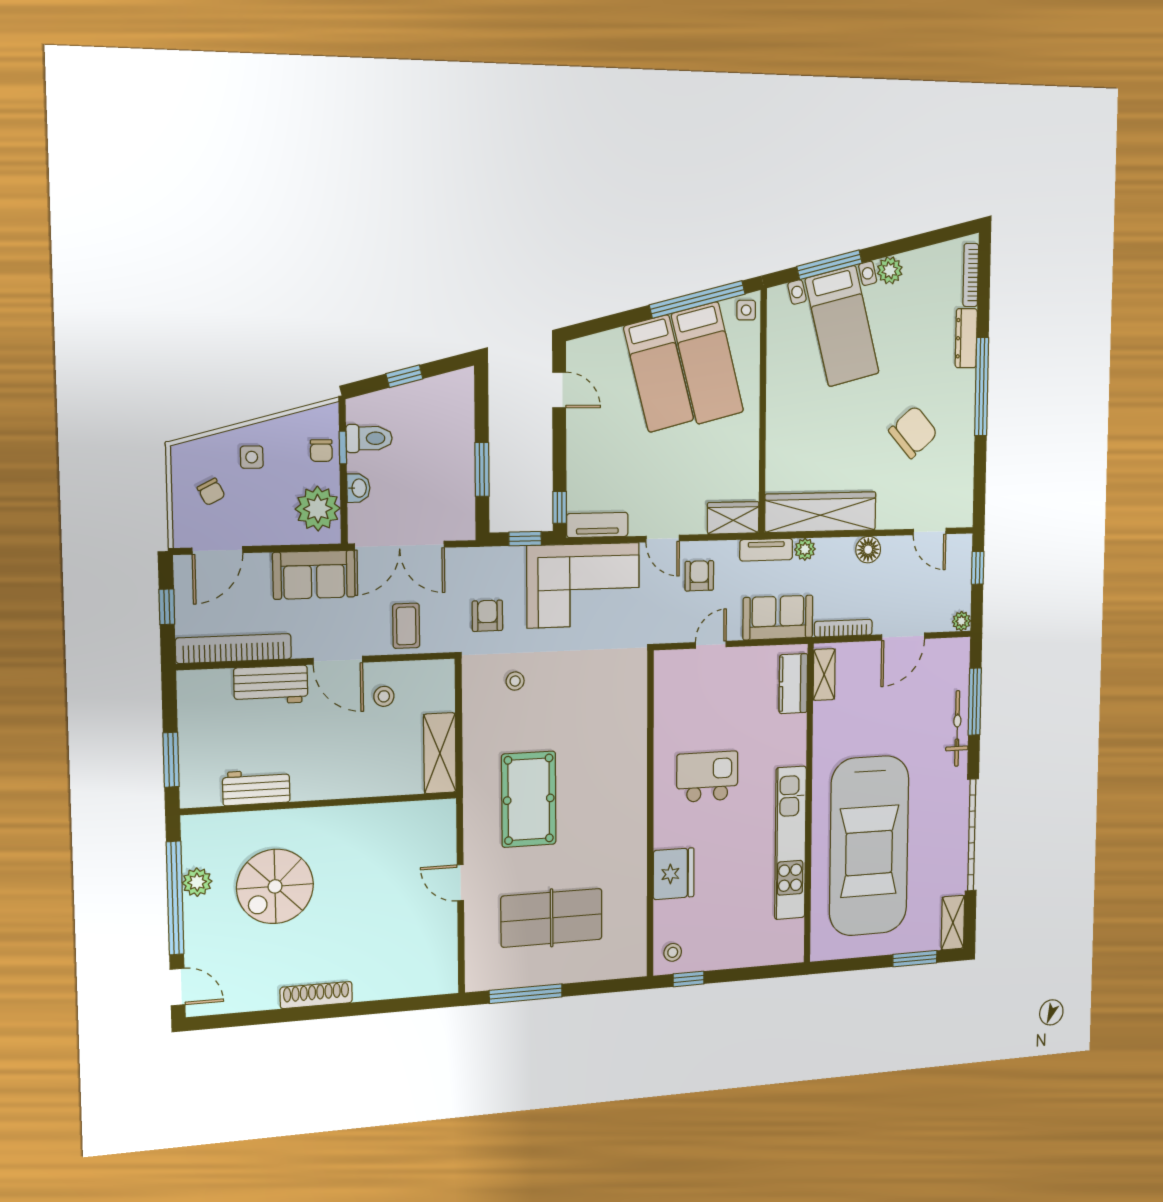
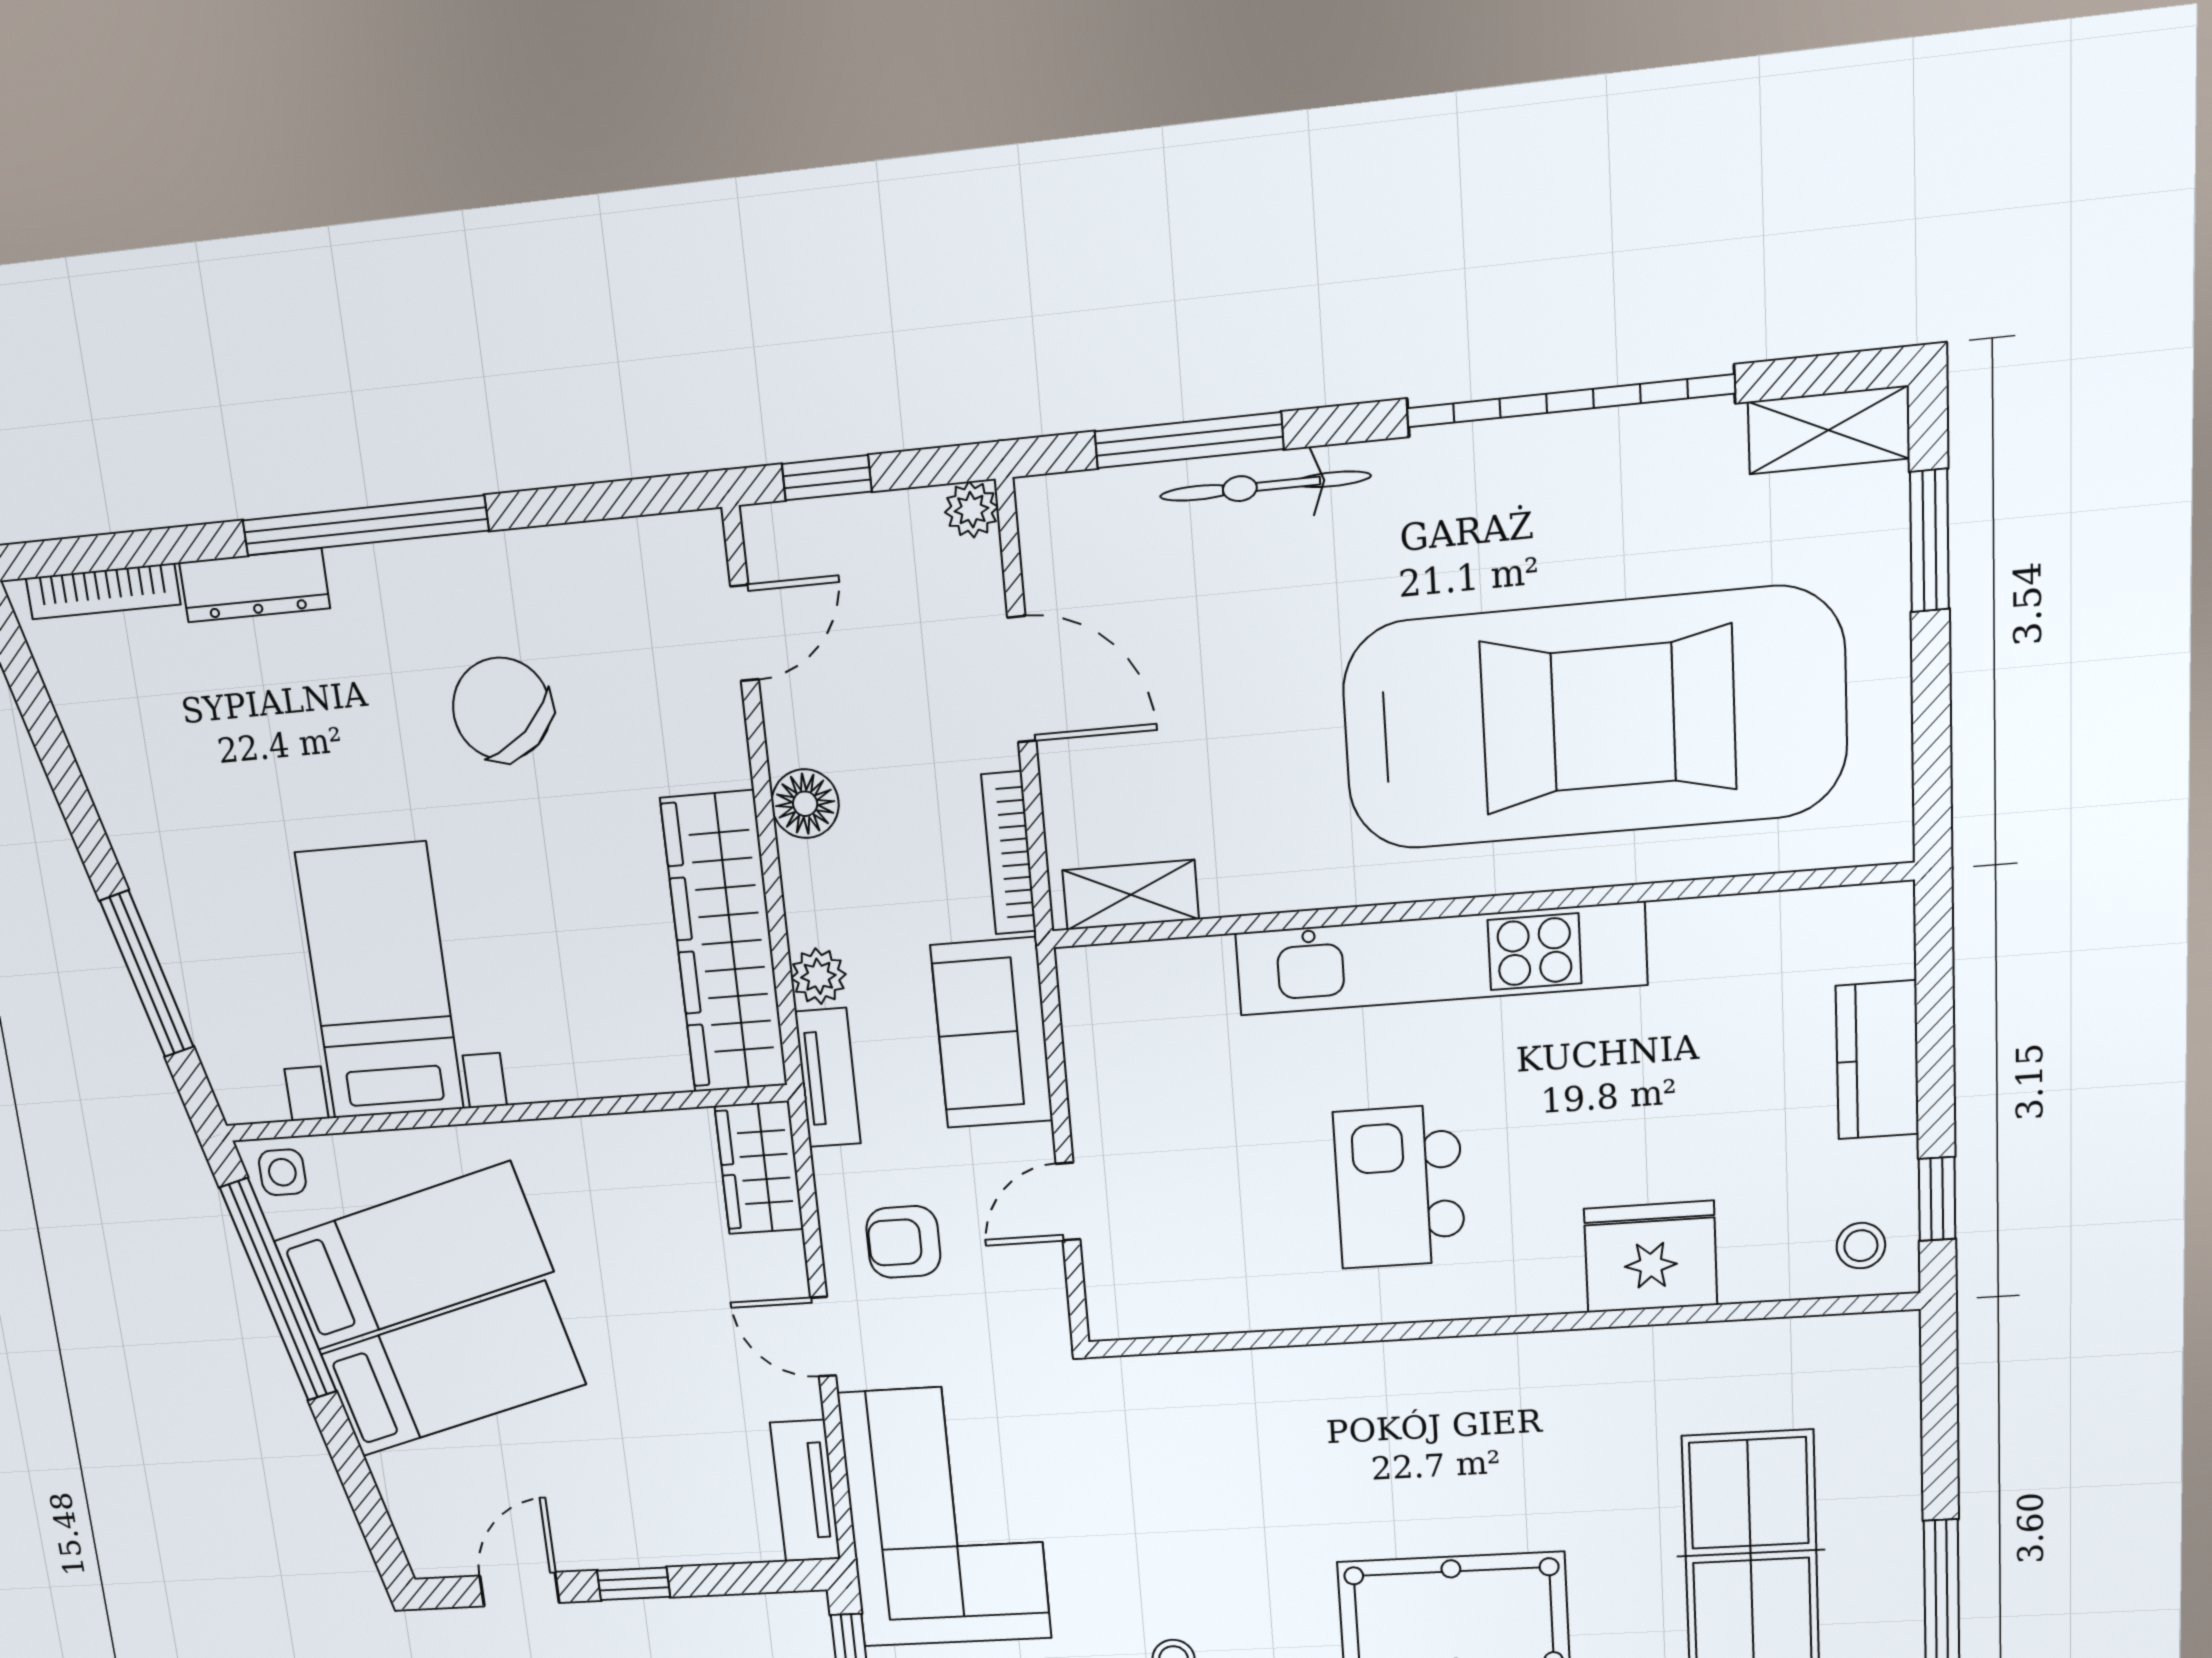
plant: (890, 270) -> (131, 816), removed
bed with nightstands: (842, 326) -> (380, 981), moved, turned -76
window: (560, 507) -> (634, 1584), moved
door: (663, 539) -> (823, 1337), swing flipped
door: (711, 645) -> (1068, 1202), hinge flipped
kitchen counter: (793, 684) -> (1877, 1060), moved, turned 90
kitchen unit: (790, 843) -> (1440, 959), moved

